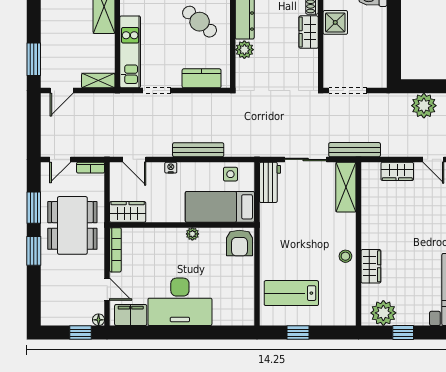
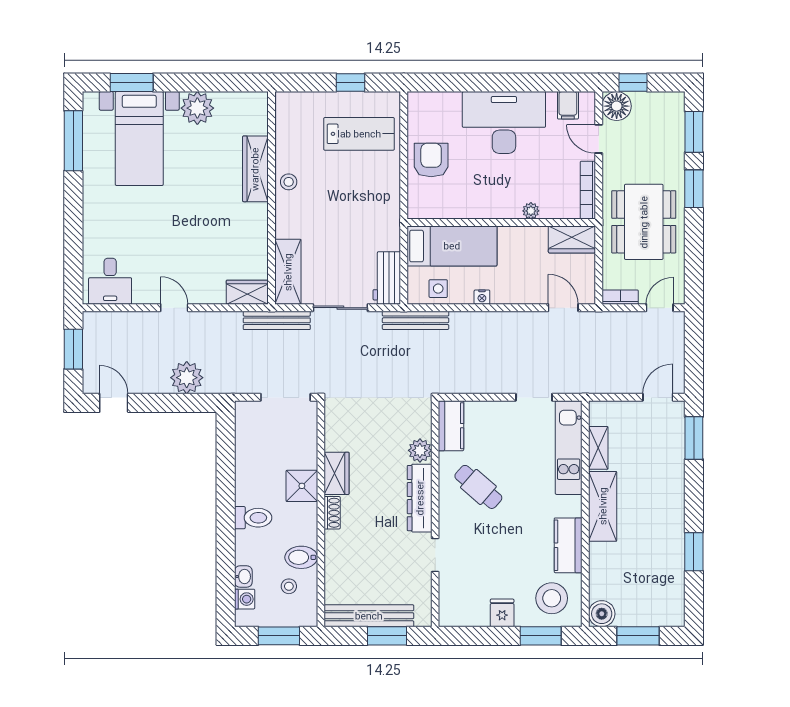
kitchen counter: (202, 78) -> (451, 426), moved, turned -90
shelving: (98, 81) -> (598, 448), moved, turned 90
bench: (198, 150) -> (416, 320), moved
nightstand: (171, 168) -> (482, 297), moved
wardrobe: (397, 171) -> (247, 292), moved
window: (34, 208) -> (694, 132), moved
plant: (192, 234) -> (531, 211), moved
armchair: (239, 243) -> (431, 160), moved
wardrobe: (371, 266) -> (255, 169), width x1.50
plant: (383, 313) -> (197, 108), moved
filing cabinet: (131, 315) -> (568, 105), width x0.50
floor lamp: (99, 320) -> (617, 106), width x1.89, depth x1.89
window: (403, 333) -> (214, 83), removed

